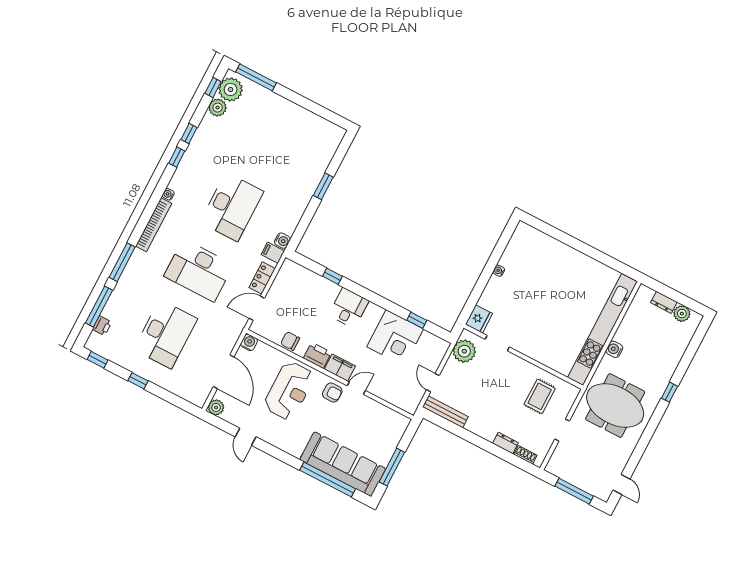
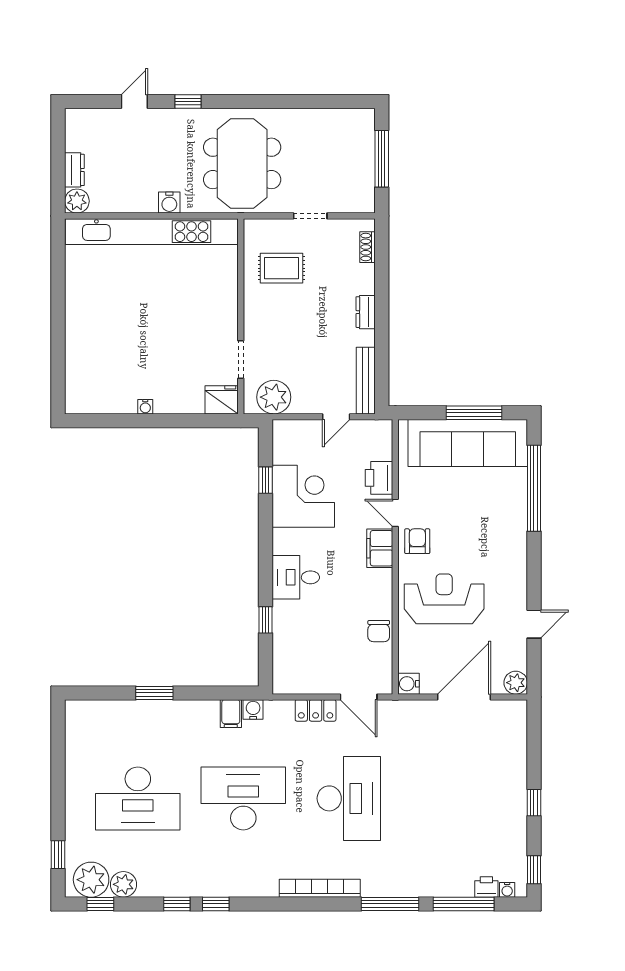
window: (256, 77) -> (58, 855), width x0.46
water cooler: (168, 194) -> (507, 890), moved
filing cabinet: (273, 253) -> (231, 714), moved
plant: (682, 314) -> (77, 201), moved
desk: (166, 334) -> (138, 798), moved, turned 180
printer: (317, 355) -> (379, 478), moved
dresser: (505, 443) -> (366, 312), moved
sofa: (343, 464) -> (468, 443), moved, turned -90
door: (621, 484) -> (134, 102), moved

